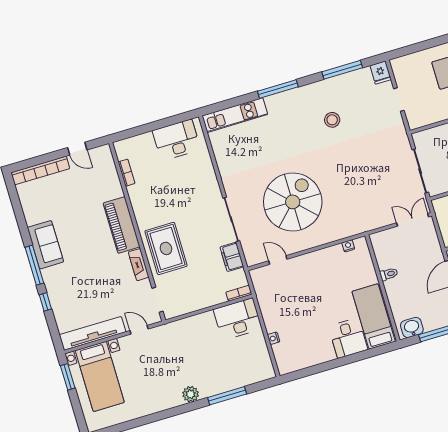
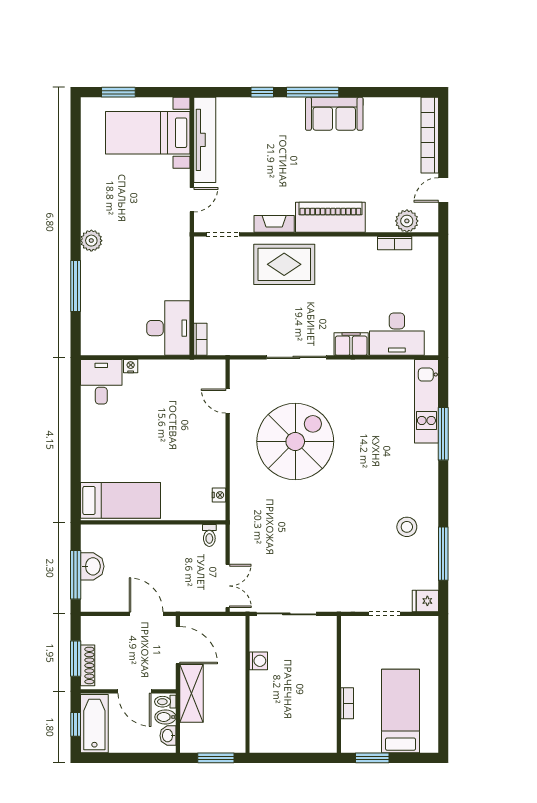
window: (278, 89) -> (443, 434), moved
stool: (332, 120) -> (407, 527), moved
desk: (176, 140) -> (397, 334), moved, turned 90
plant: (108, 169) -> (407, 221), added
spiral stairs: (293, 202) -> (295, 441), turned -90
filing cabinet: (232, 257) -> (351, 344), moved
door: (278, 260) -> (228, 401), swing flipped
toilet: (389, 274) -> (209, 535), moved
washbasin: (412, 327) -> (92, 566), moved
desk: (348, 338) -> (101, 382), moved, turned 90
window: (68, 377) -> (118, 92), moved

